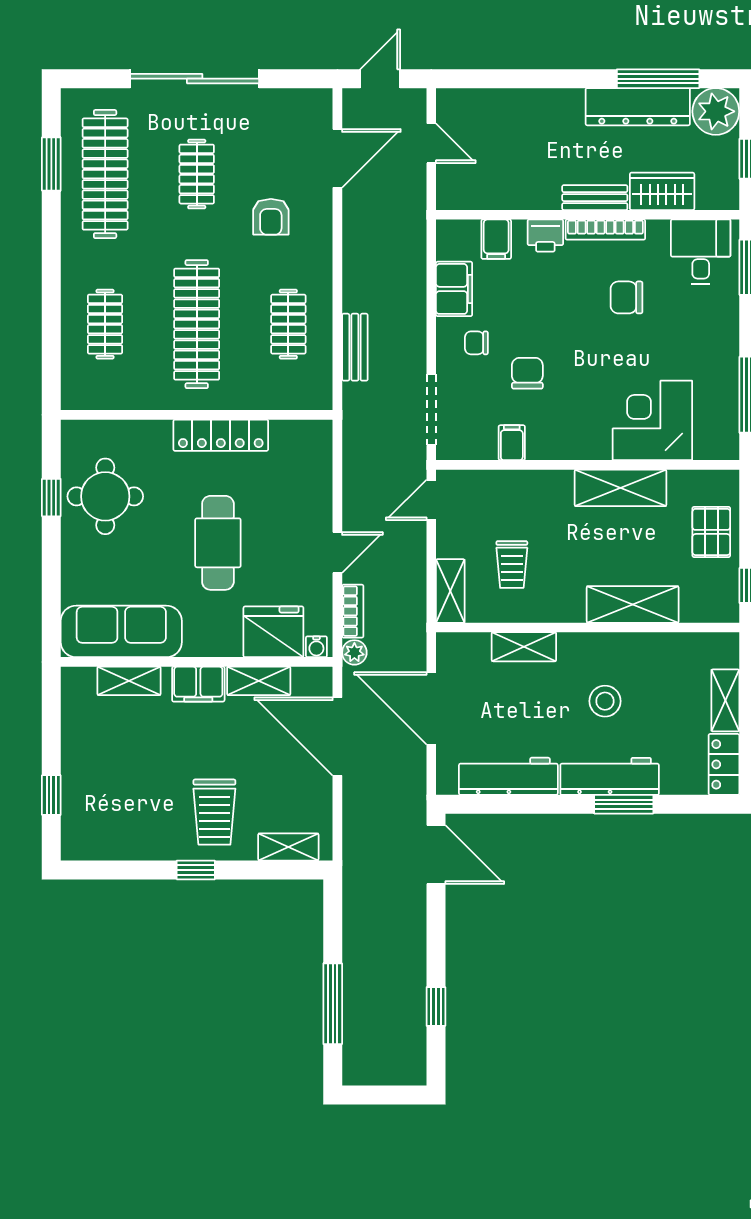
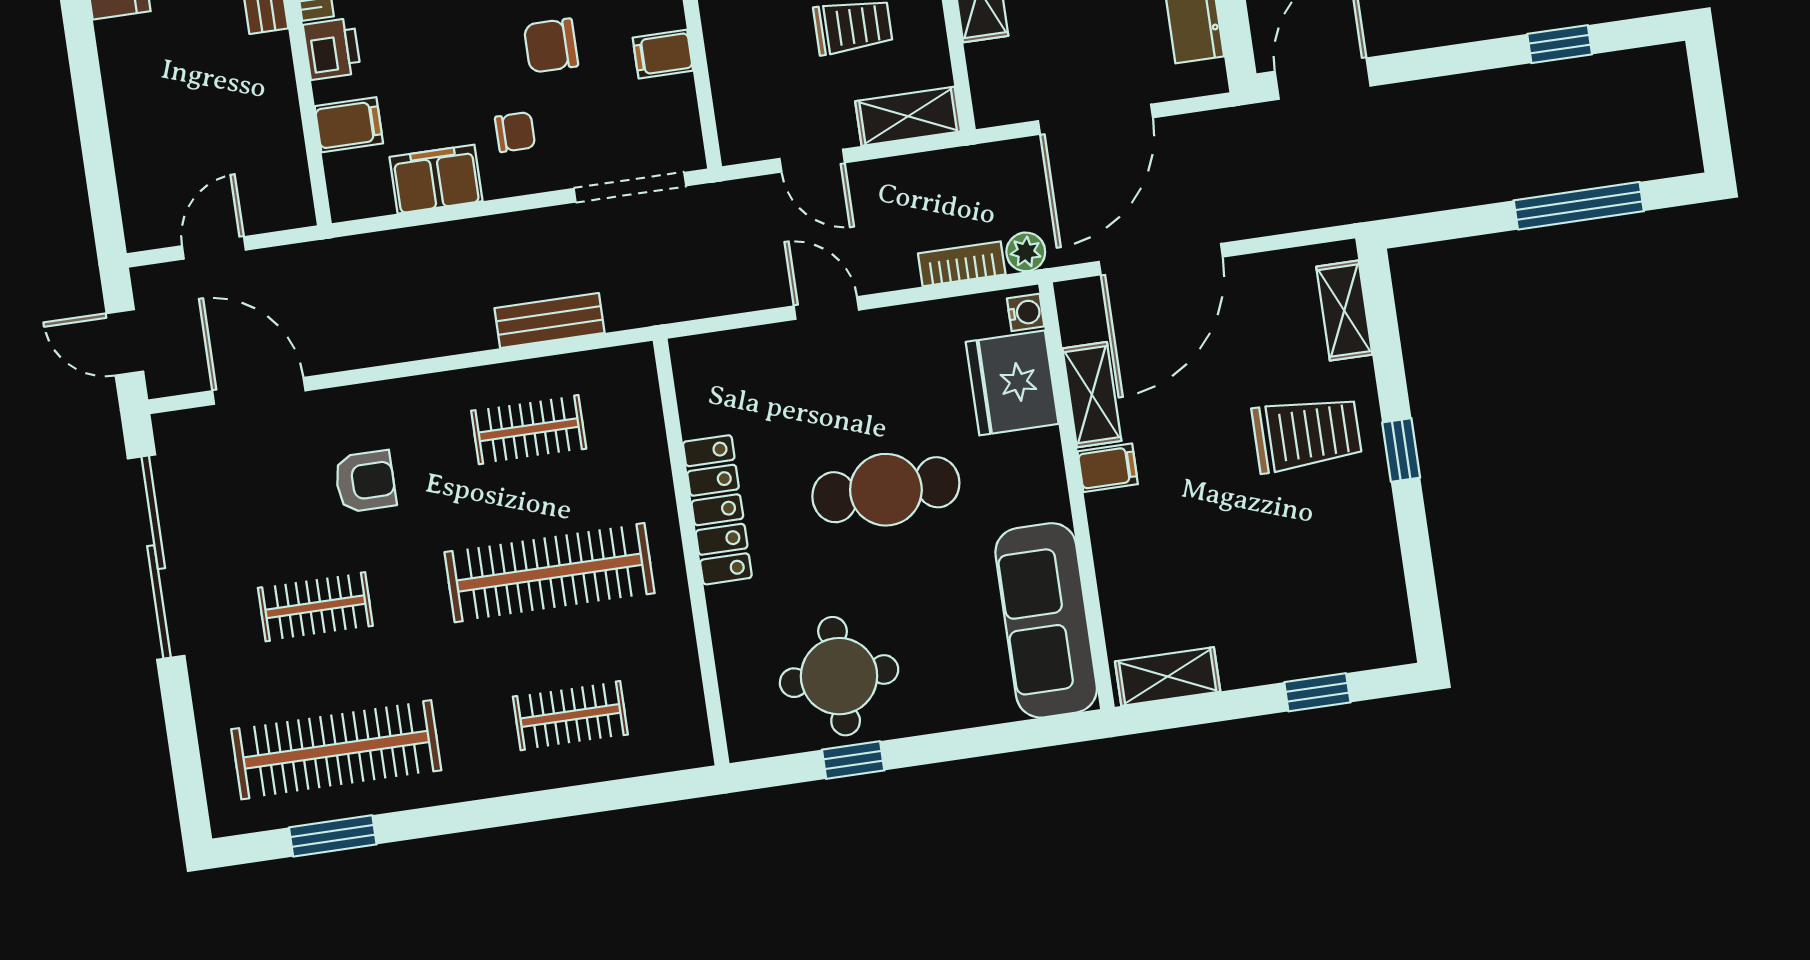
sliding door: (195, 79) -> (156, 557), moved
chair: (476, 343) -> (515, 132), turned -90
door: (431, 500) -> (812, 161), moved
door: (337, 552) -> (826, 308), moved
shelving: (129, 681) -> (1168, 676), moved, turned 90
filing cabinet: (198, 684) -> (1108, 468), width x0.50

